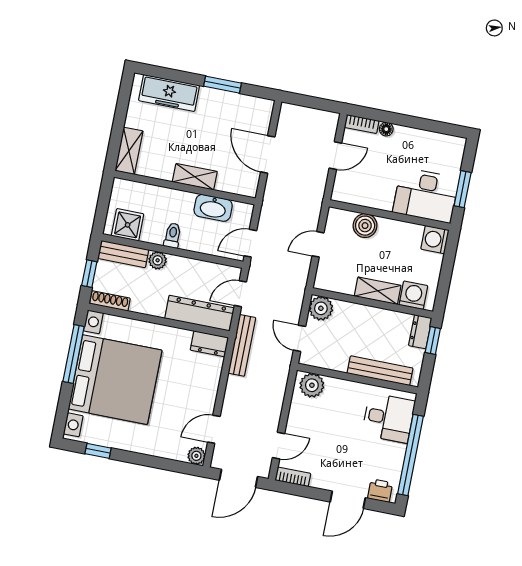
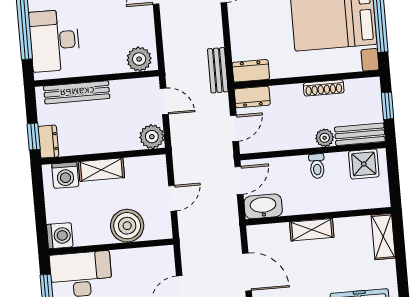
washbasin: (213, 208) -> (263, 206), moved
boiler: (365, 226) -> (127, 226), width x1.37, depth x1.37
shoe rack: (110, 301) -> (324, 88), moved
dresser: (199, 313) -> (252, 97), width x0.51, depth x0.80
bench: (242, 345) -> (218, 70), width x0.73
desk: (389, 418) -> (55, 41), width x1.37

